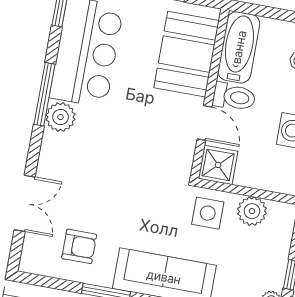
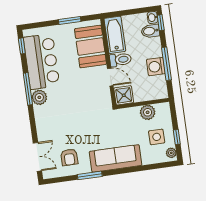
double door: (25, 203) -> (37, 157), moved
side table: (208, 213) -> (157, 137), moved
armchair: (79, 246) -> (69, 157), turned 90

